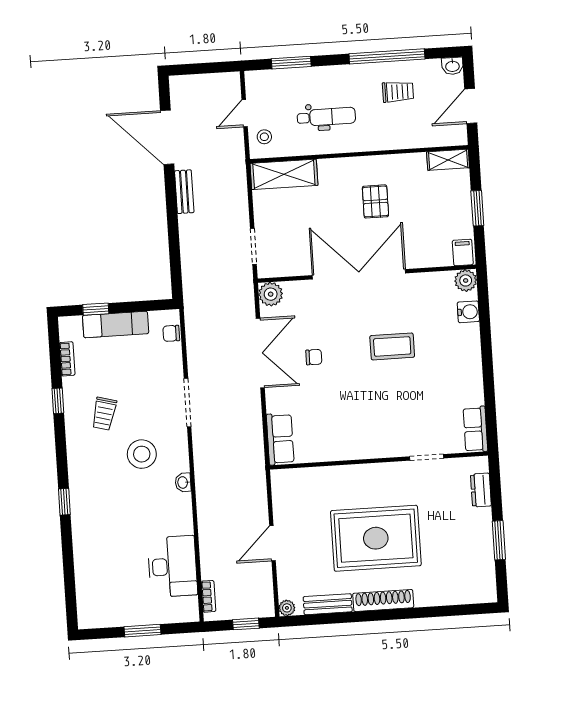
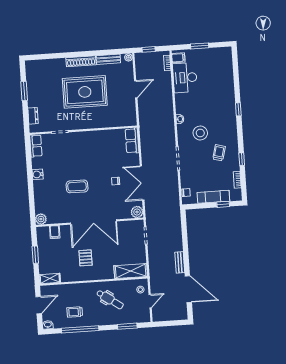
dental chair: (326, 117) -> (110, 300), turned -145
filing cabinet: (463, 252) -> (55, 232), moved
water cooler: (468, 312) -> (38, 174), moved
filing cabinet: (186, 607) -> (178, 58), added

